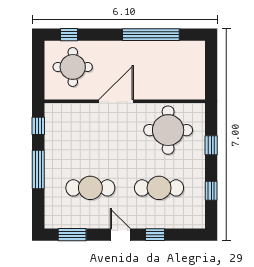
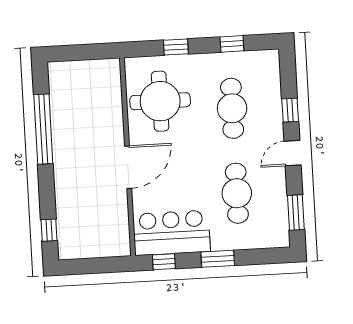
round table: (73, 67) -> (89, 223), removed
door: (116, 101) -> (128, 167), swing flipped
bar counter: (61, 133) -> (171, 233), added
window: (38, 169) -> (218, 259), width x0.69

